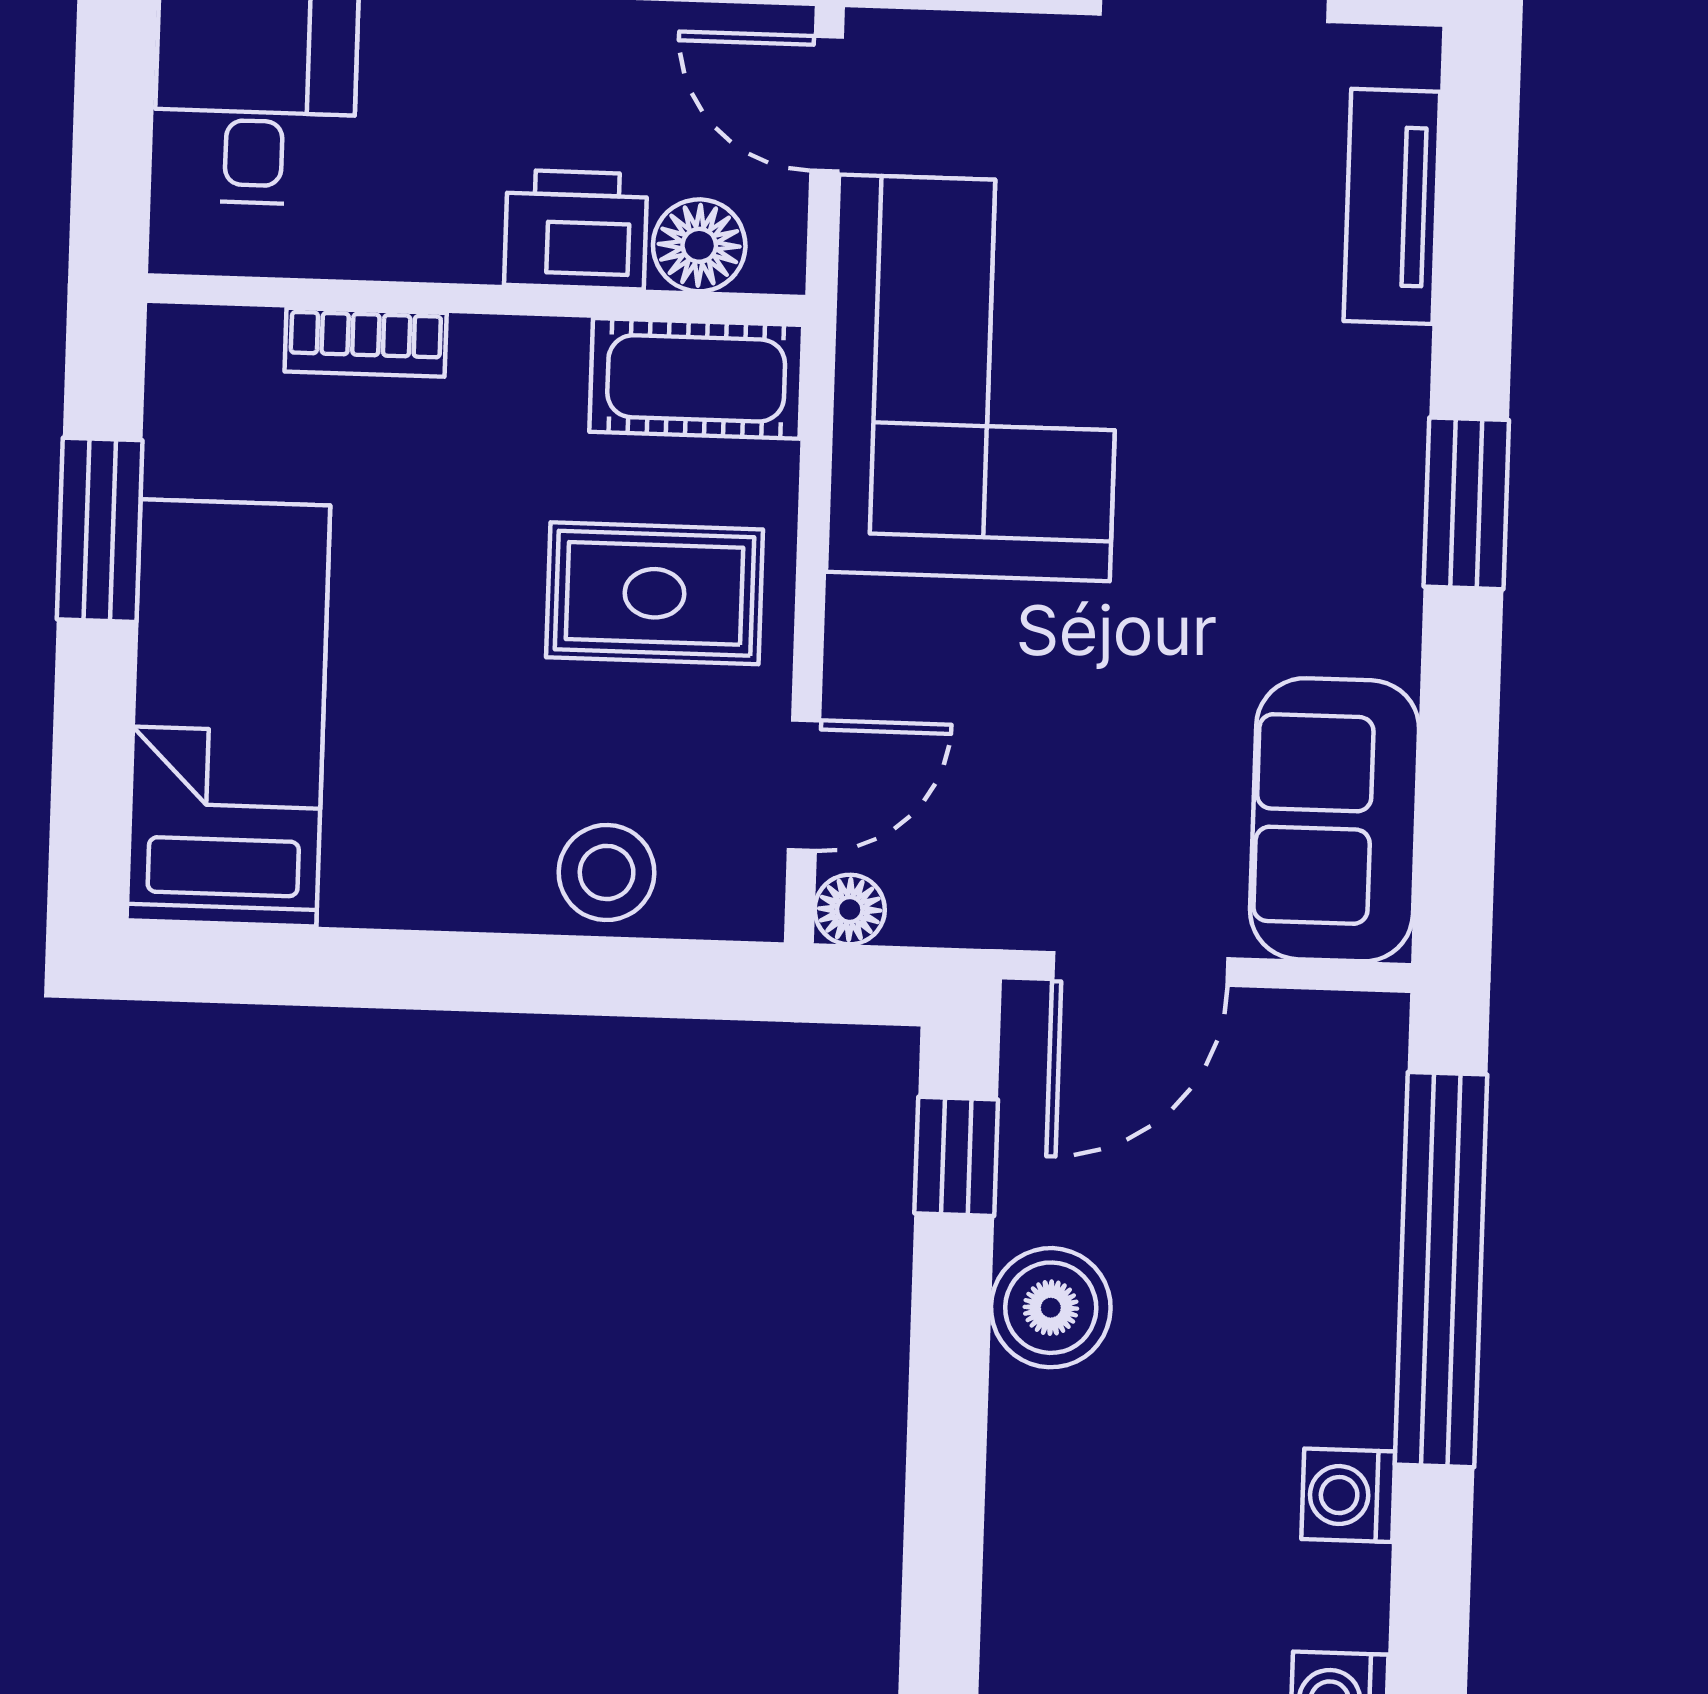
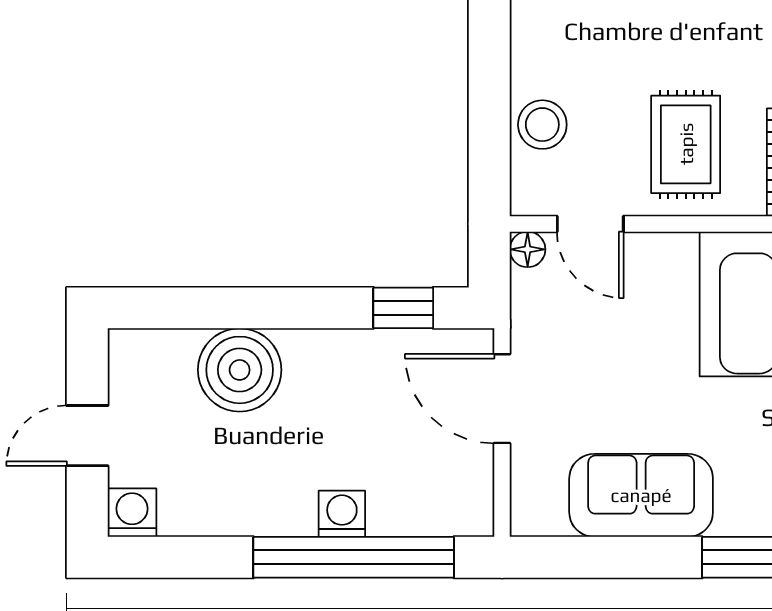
sofa: (1335, 820) -> (641, 495), moved
boiler: (1051, 1308) -> (240, 370), moved, width x1.37, depth x1.37
washing machine: (1348, 1495) -> (342, 514), moved

